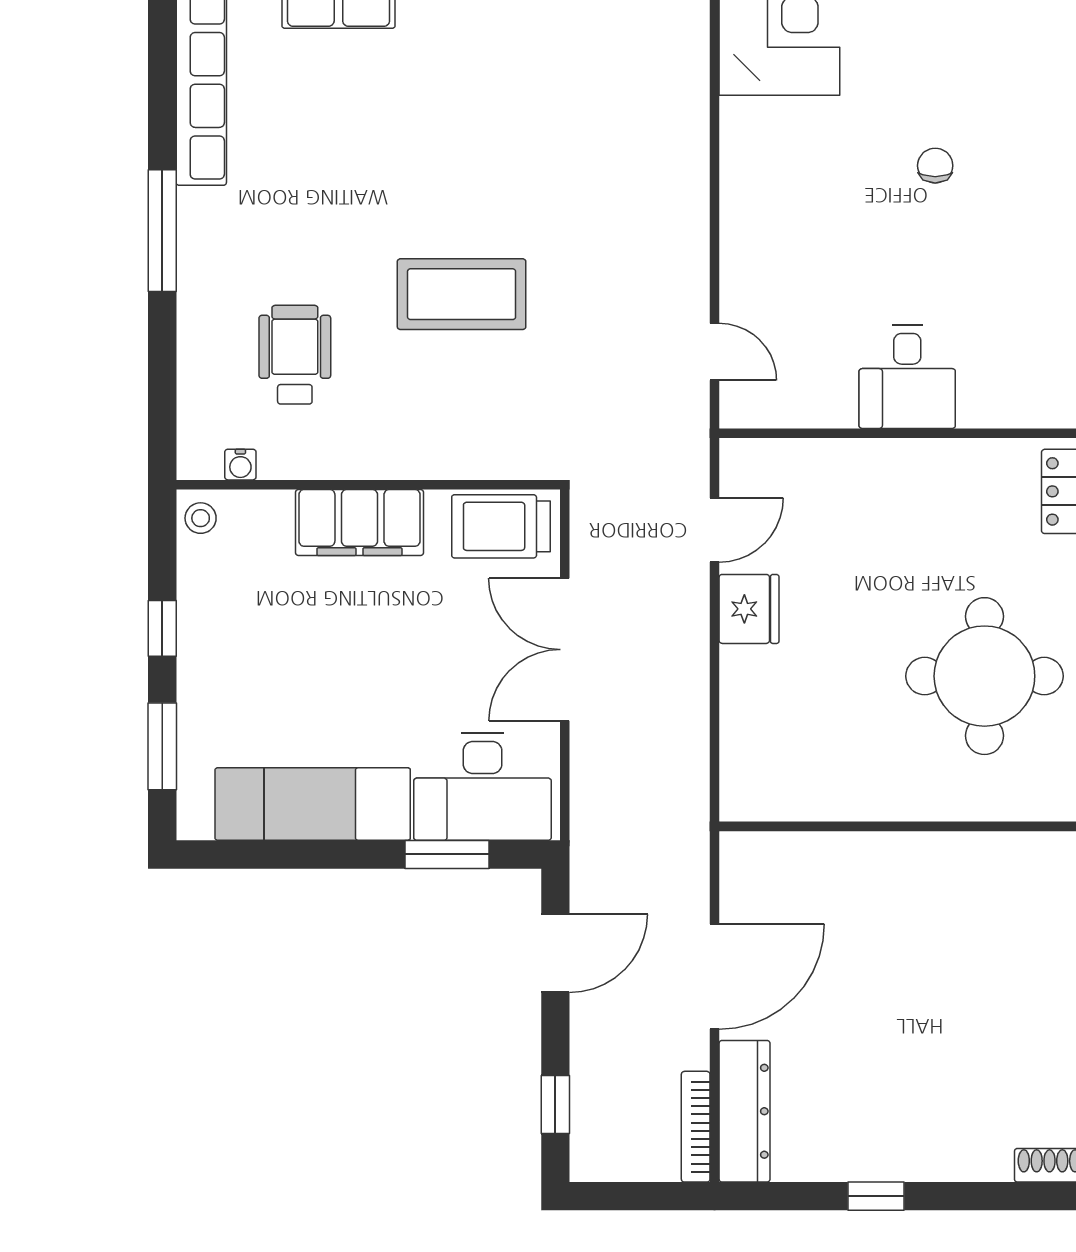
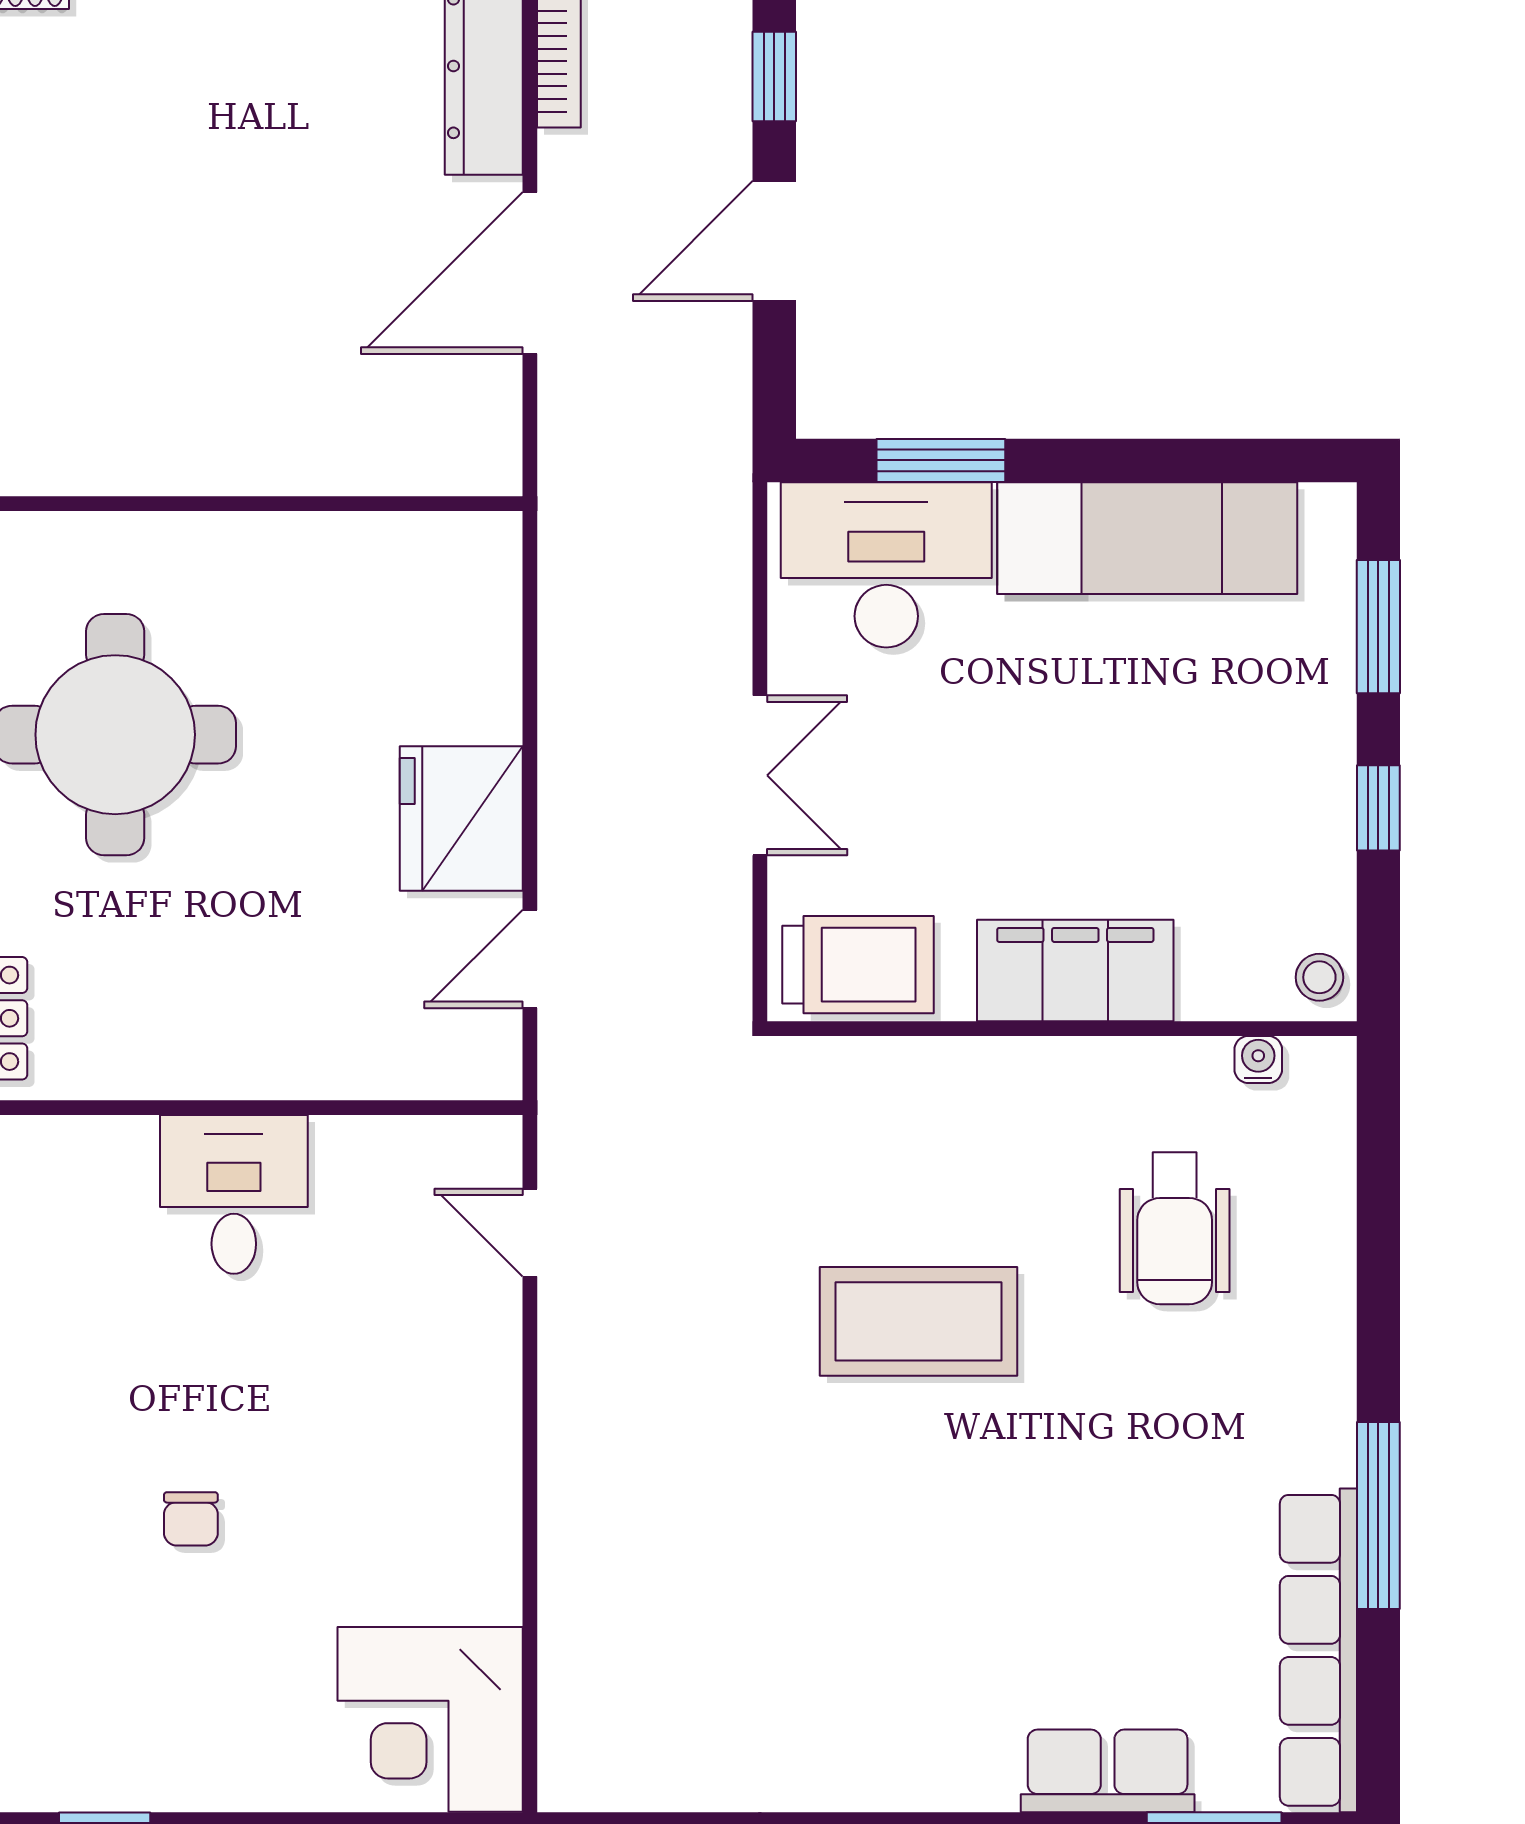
window: (162, 231) -> (1378, 1515), moved
fridge: (749, 609) -> (461, 819), width x1.36, depth x1.34
double door: (565, 650) -> (760, 775), width x0.73
door: (555, 953) -> (774, 241), moved

